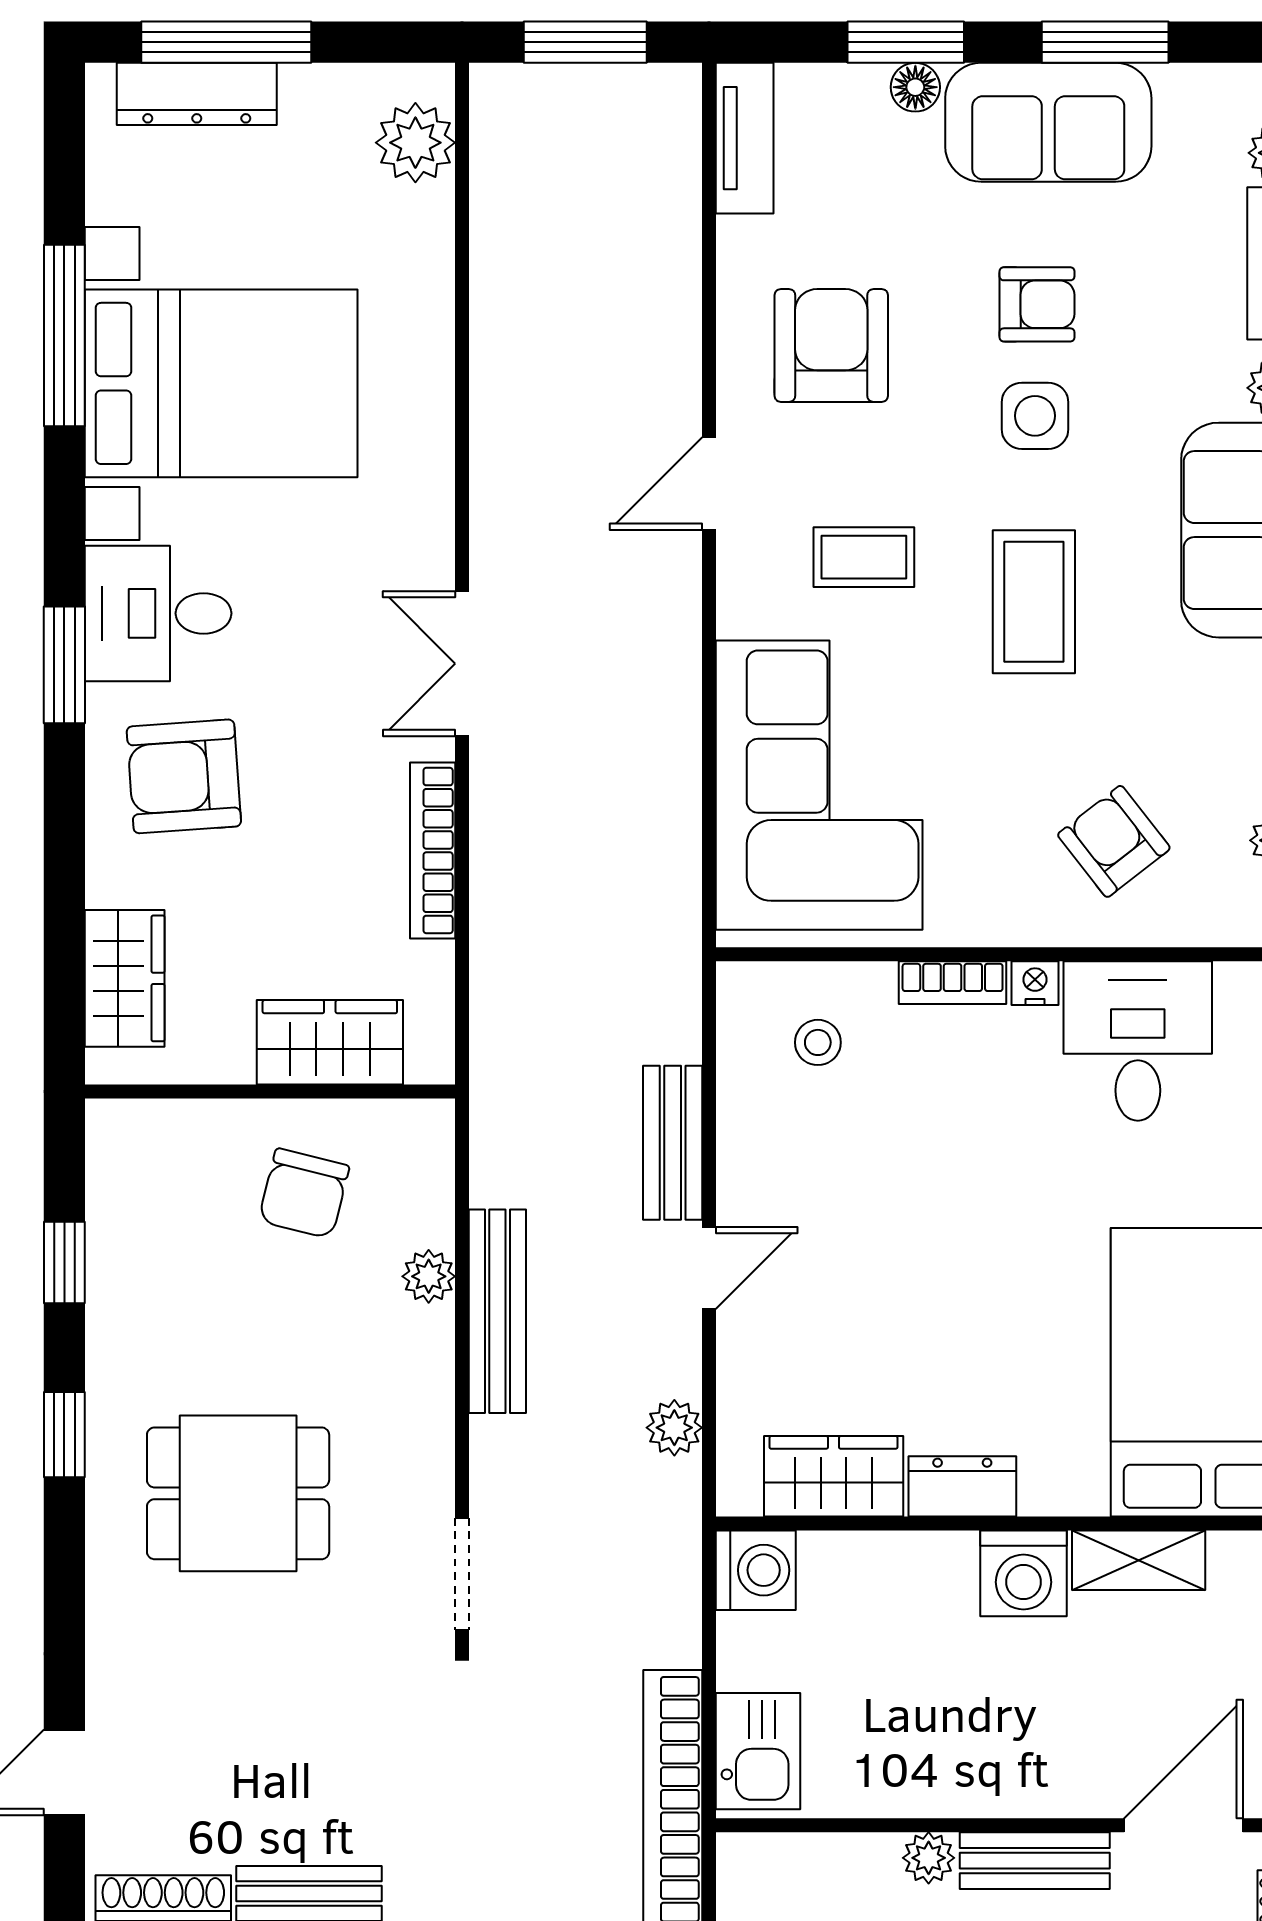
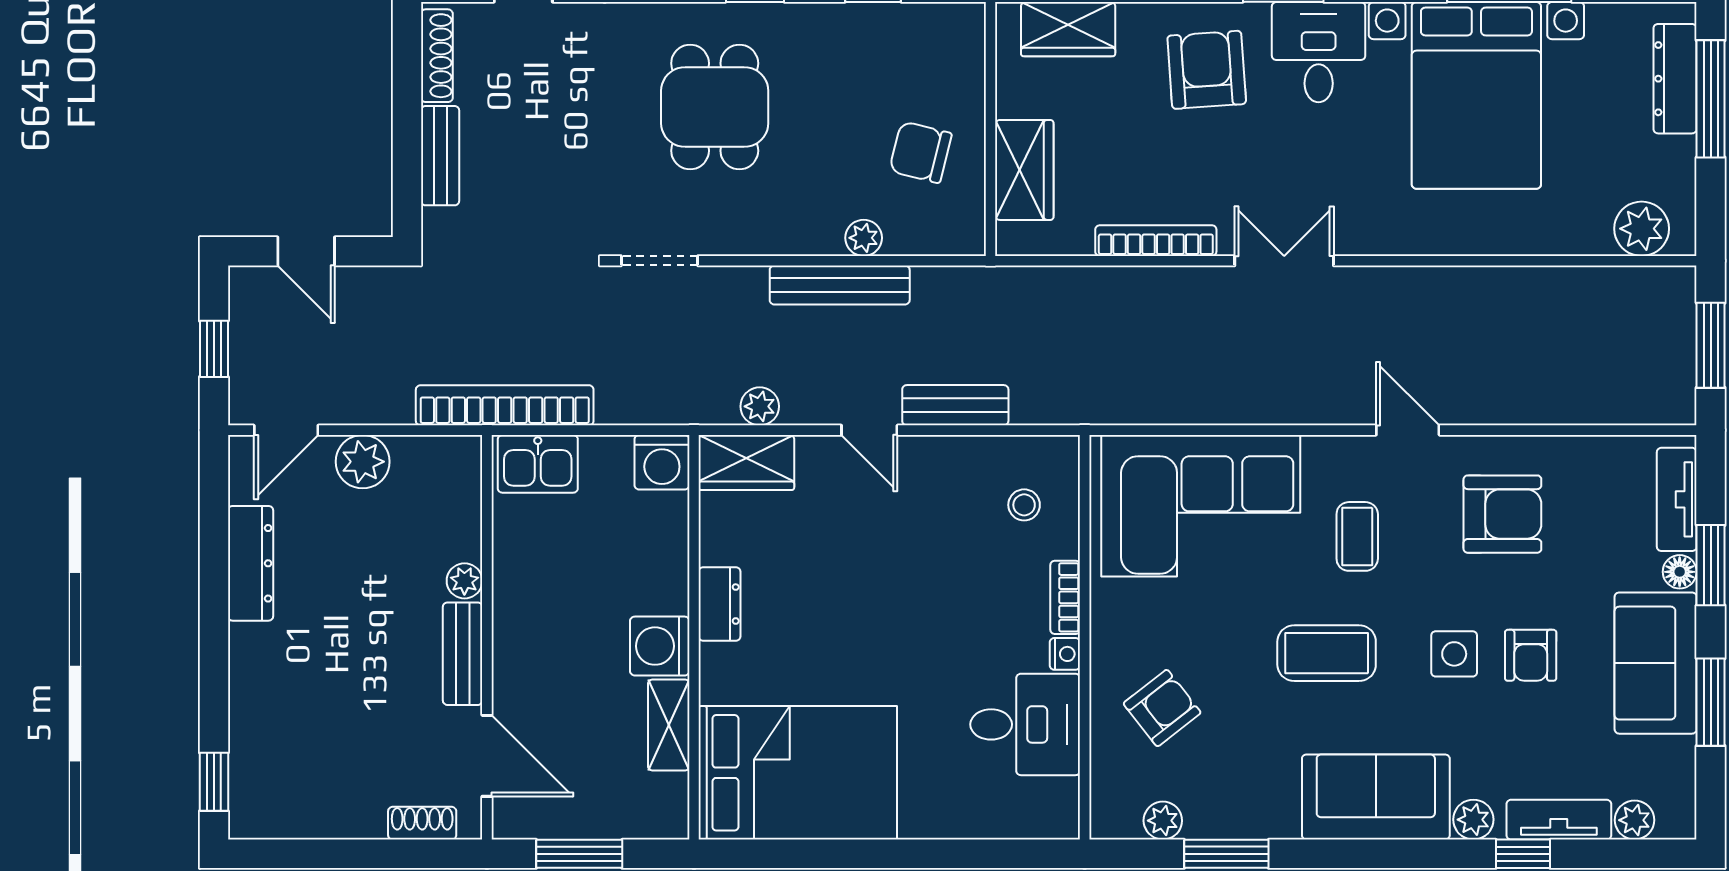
tv unit: (745, 138) -> (1677, 499), moved, turned 90
wardrobe: (834, 1476) -> (746, 463), moved, turned 90

